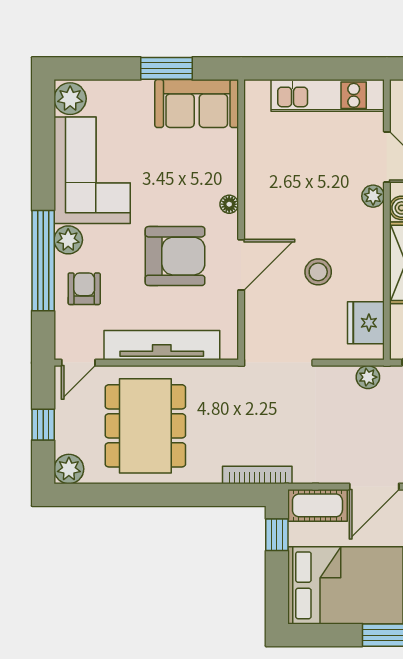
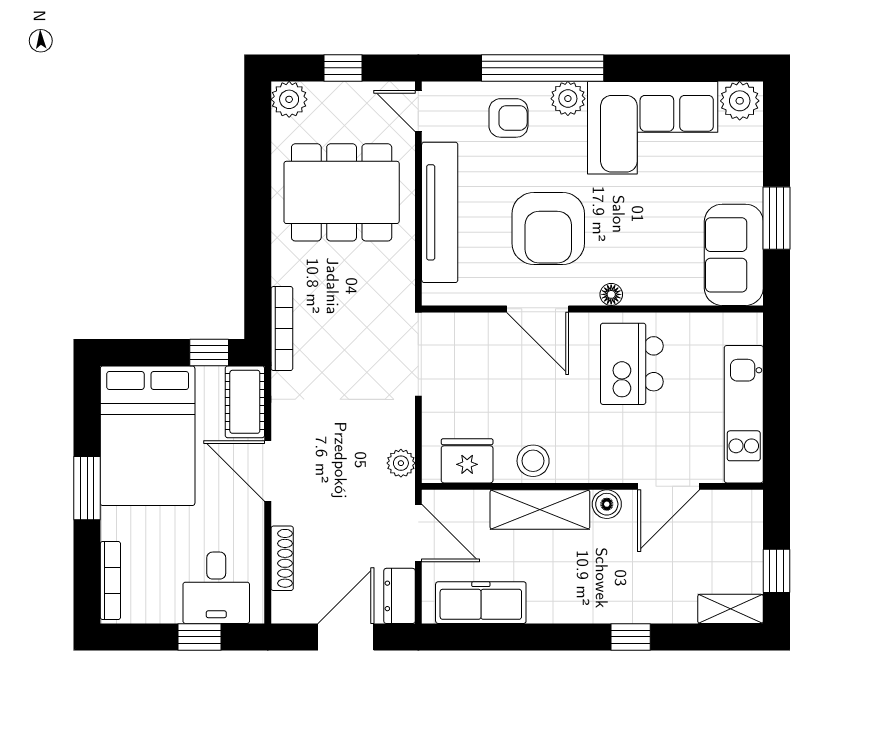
kitchen island: (286, 187) -> (632, 364), added
plant: (373, 196) -> (621, 469), removed
stool: (318, 272) -> (533, 461), moved

